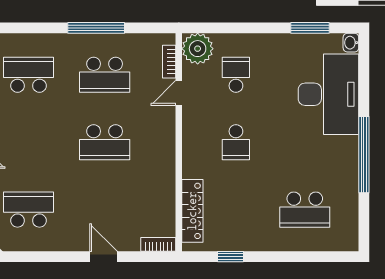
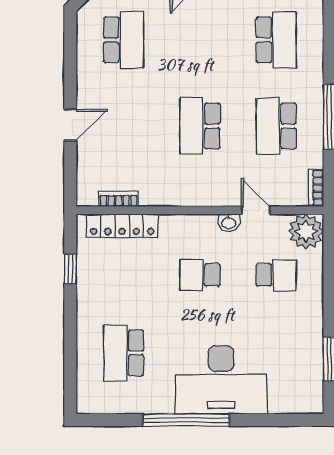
washbasin: (351, 43) -> (229, 223), moved, turned 180
bookcase: (169, 62) -> (316, 188), moved, turned -90
desk: (329, 94) -> (221, 380), moved
bookcase: (158, 244) -> (119, 199), moved, turned -90

